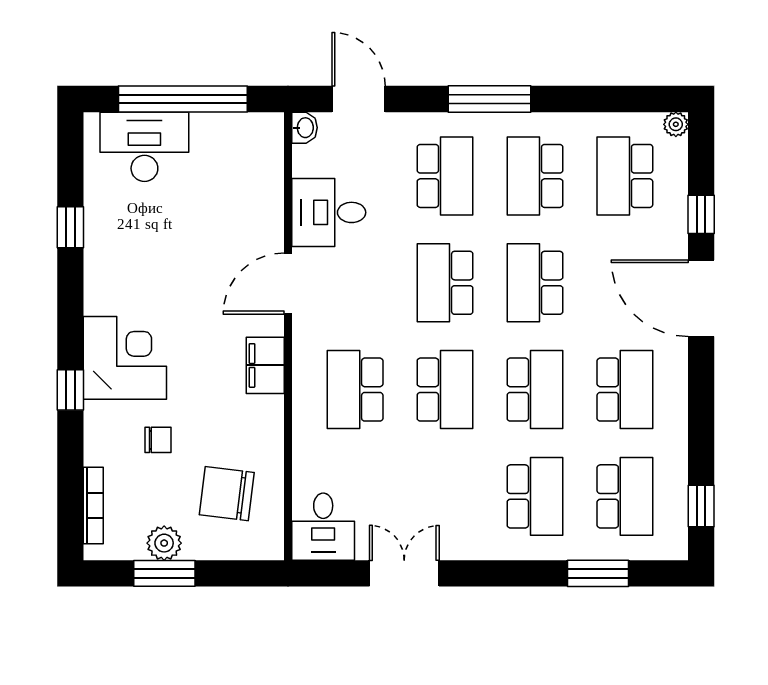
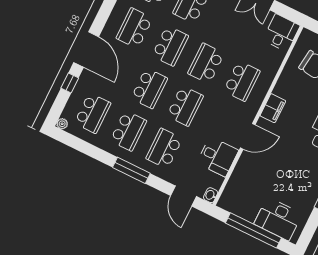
school desk: (535, 390) -> (170, 46), turned 180

